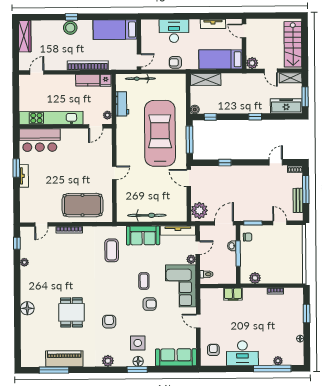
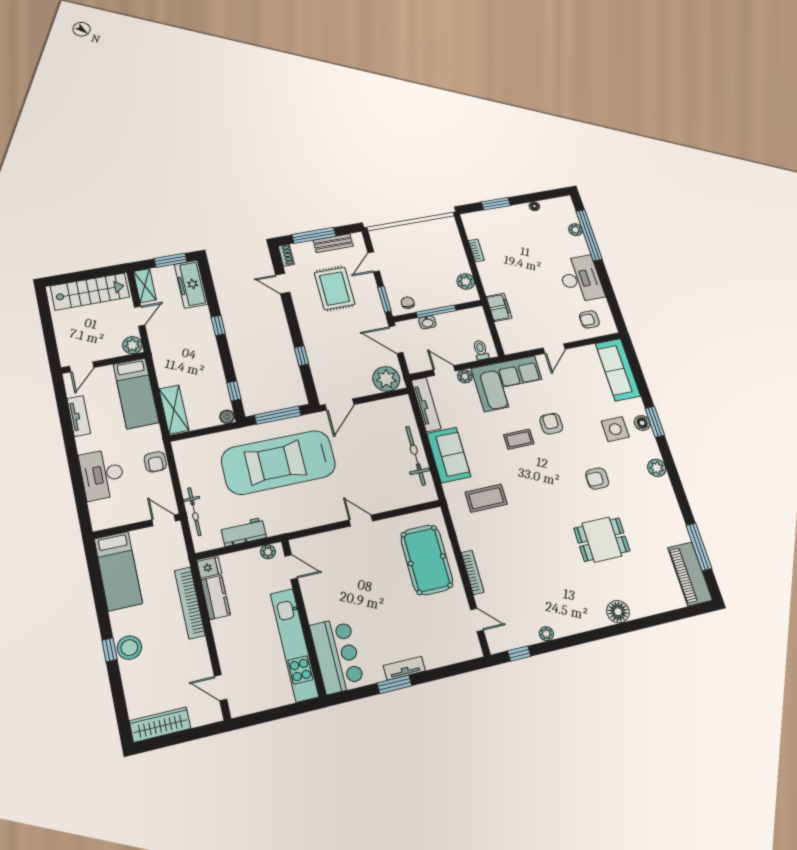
rug: (266, 194) -> (335, 288), added
piano: (64, 359) -> (690, 574), moved

